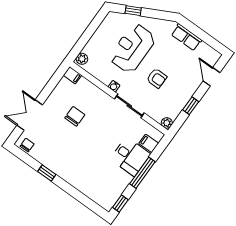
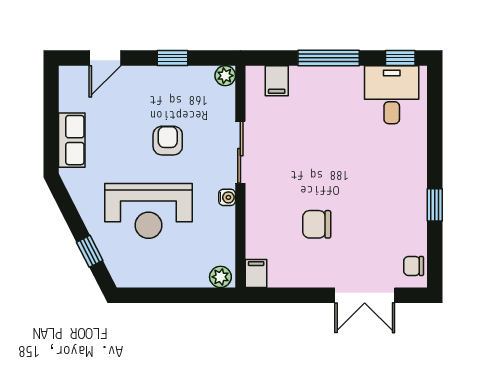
desk: (130, 156) -> (392, 95), moved

